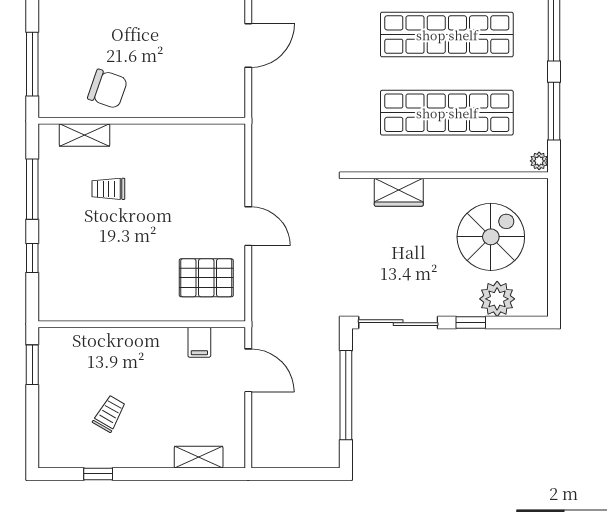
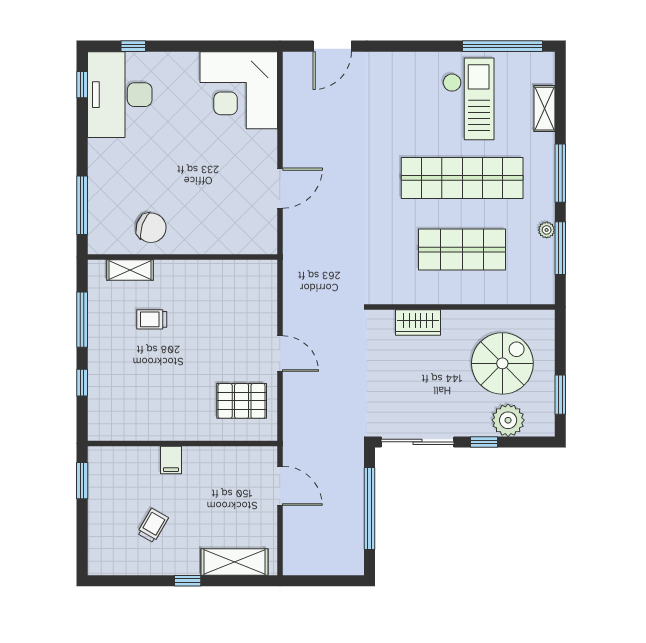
shop shelf: (447, 113) -> (462, 250), width x0.71
plant: (539, 161) -> (547, 230), moved
window: (554, 271) -> (560, 395), added
filing cabinet: (199, 342) -> (171, 460), moved
shelving: (199, 457) -> (235, 562), width x1.50, depth x1.33
window: (98, 474) -> (188, 581), moved

